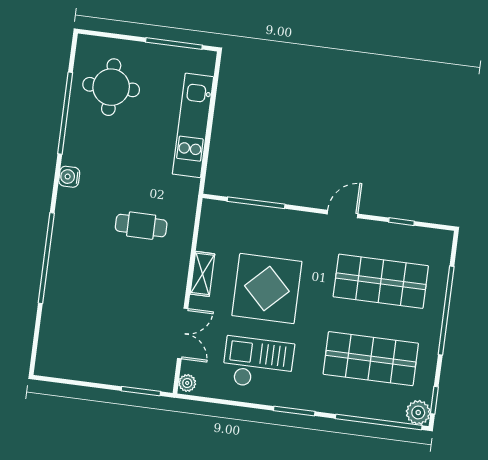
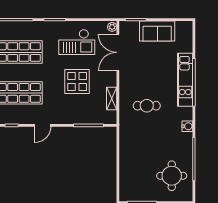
kitchen unit: (193, 125) -> (185, 80), moved, turned 180
shelving: (202, 274) -> (112, 98), moved
display table: (267, 289) -> (77, 81), width x0.73, depth x0.73
double door: (183, 333) -> (118, 52), width x1.37
sofa: (103, 364) -> (157, 31), added

